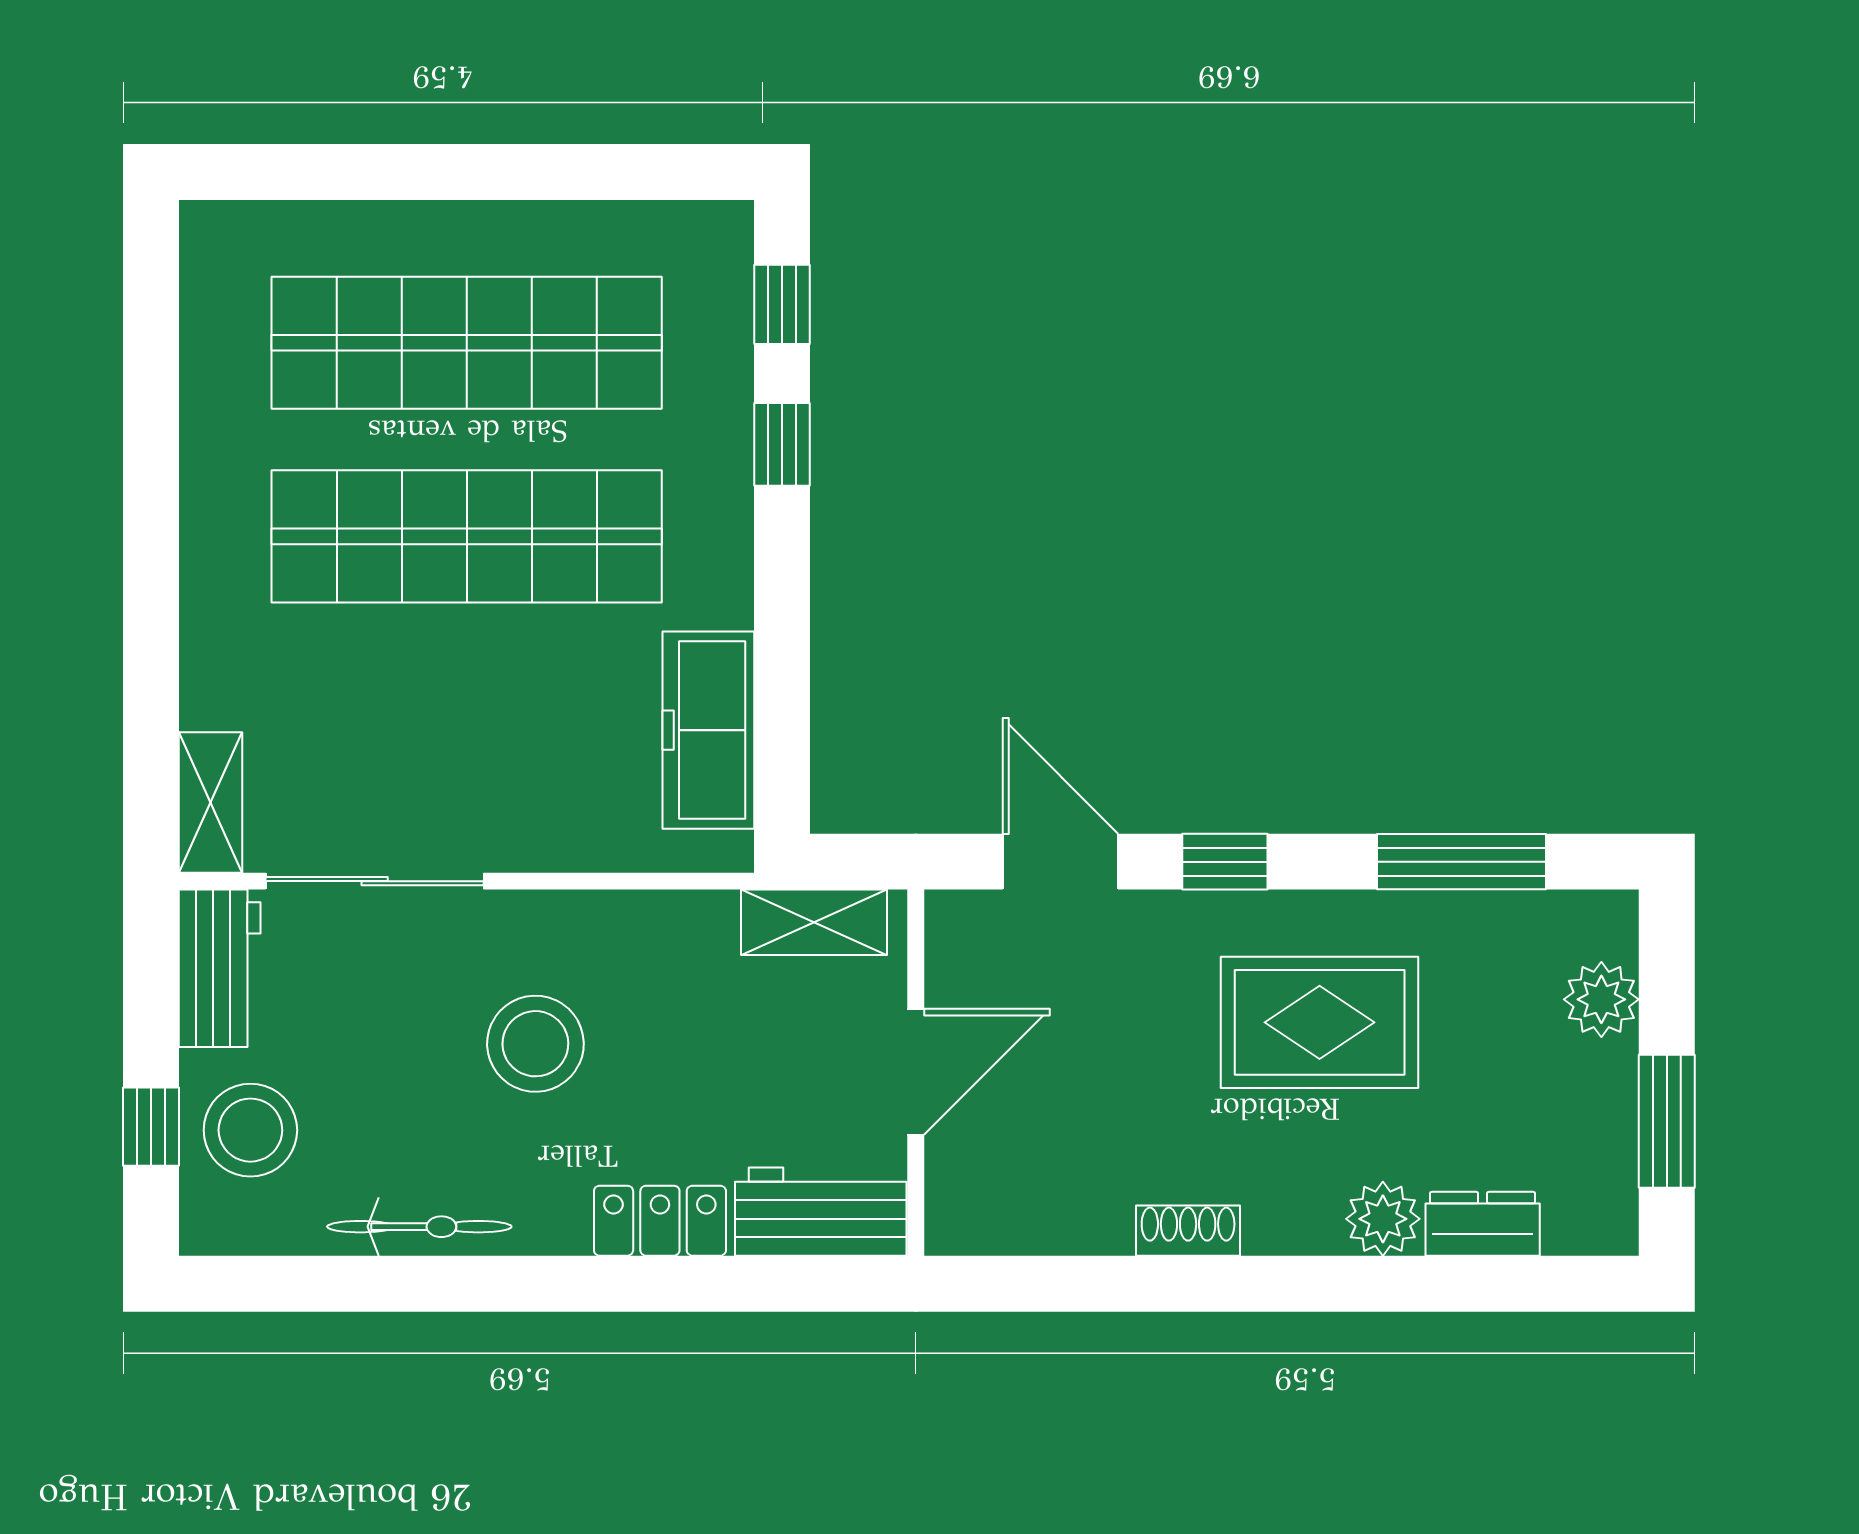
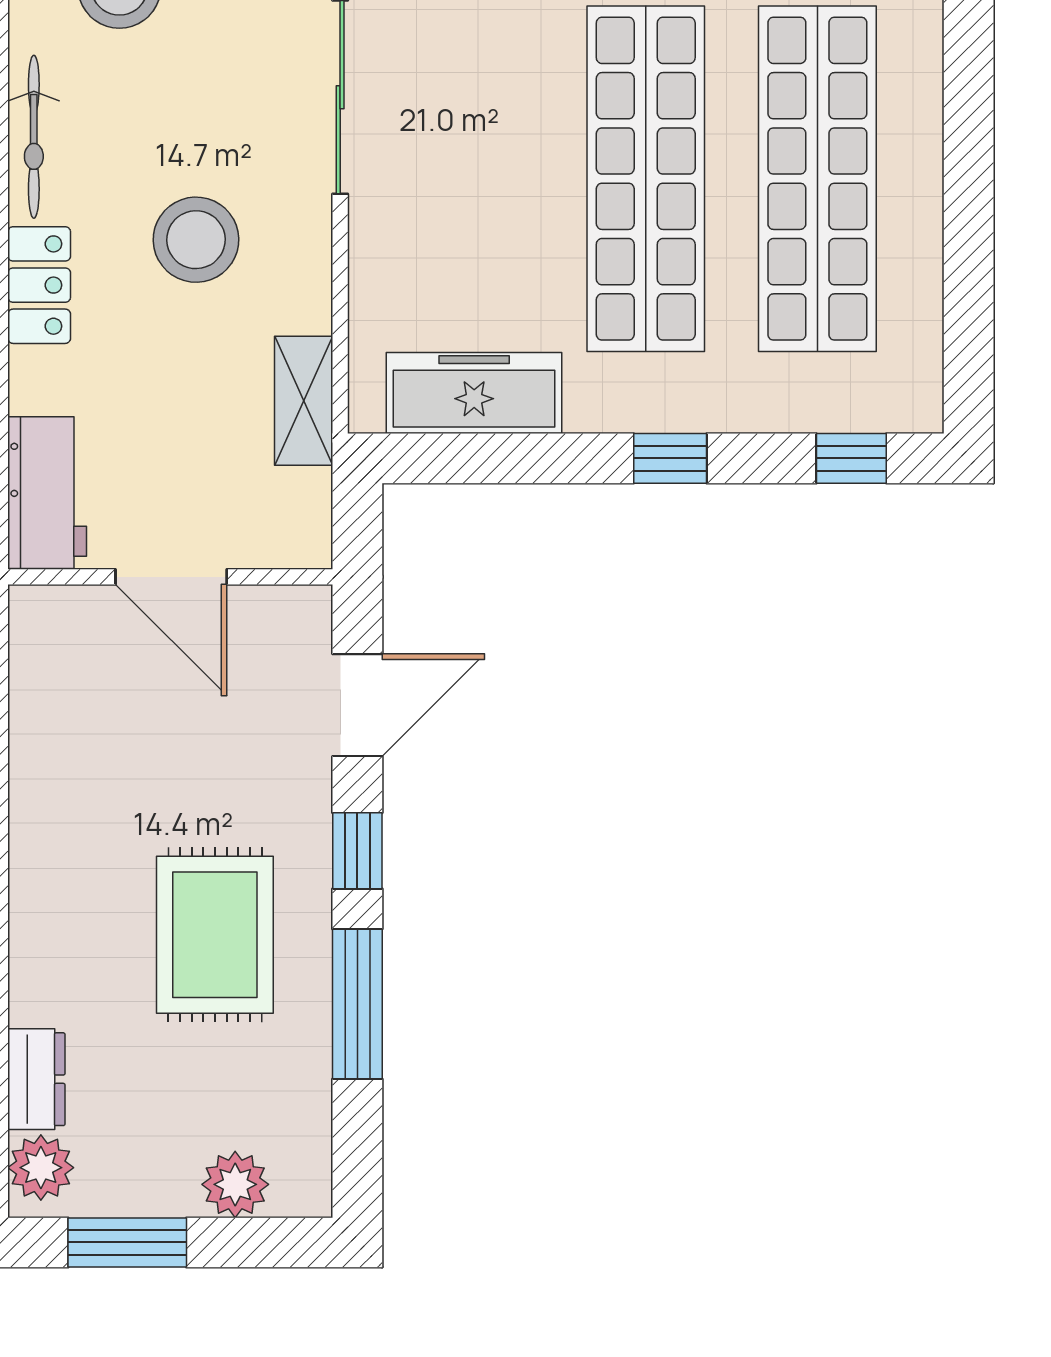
window: (782, 444) -> (670, 458), moved
window: (1462, 862) -> (357, 1004), moved
shelving: (814, 922) -> (304, 401), moved
plant: (1383, 1219) -> (41, 1168), moved
locker: (660, 1221) -> (39, 285), moved
shoe rack: (1188, 1231) -> (30, 818), removed

